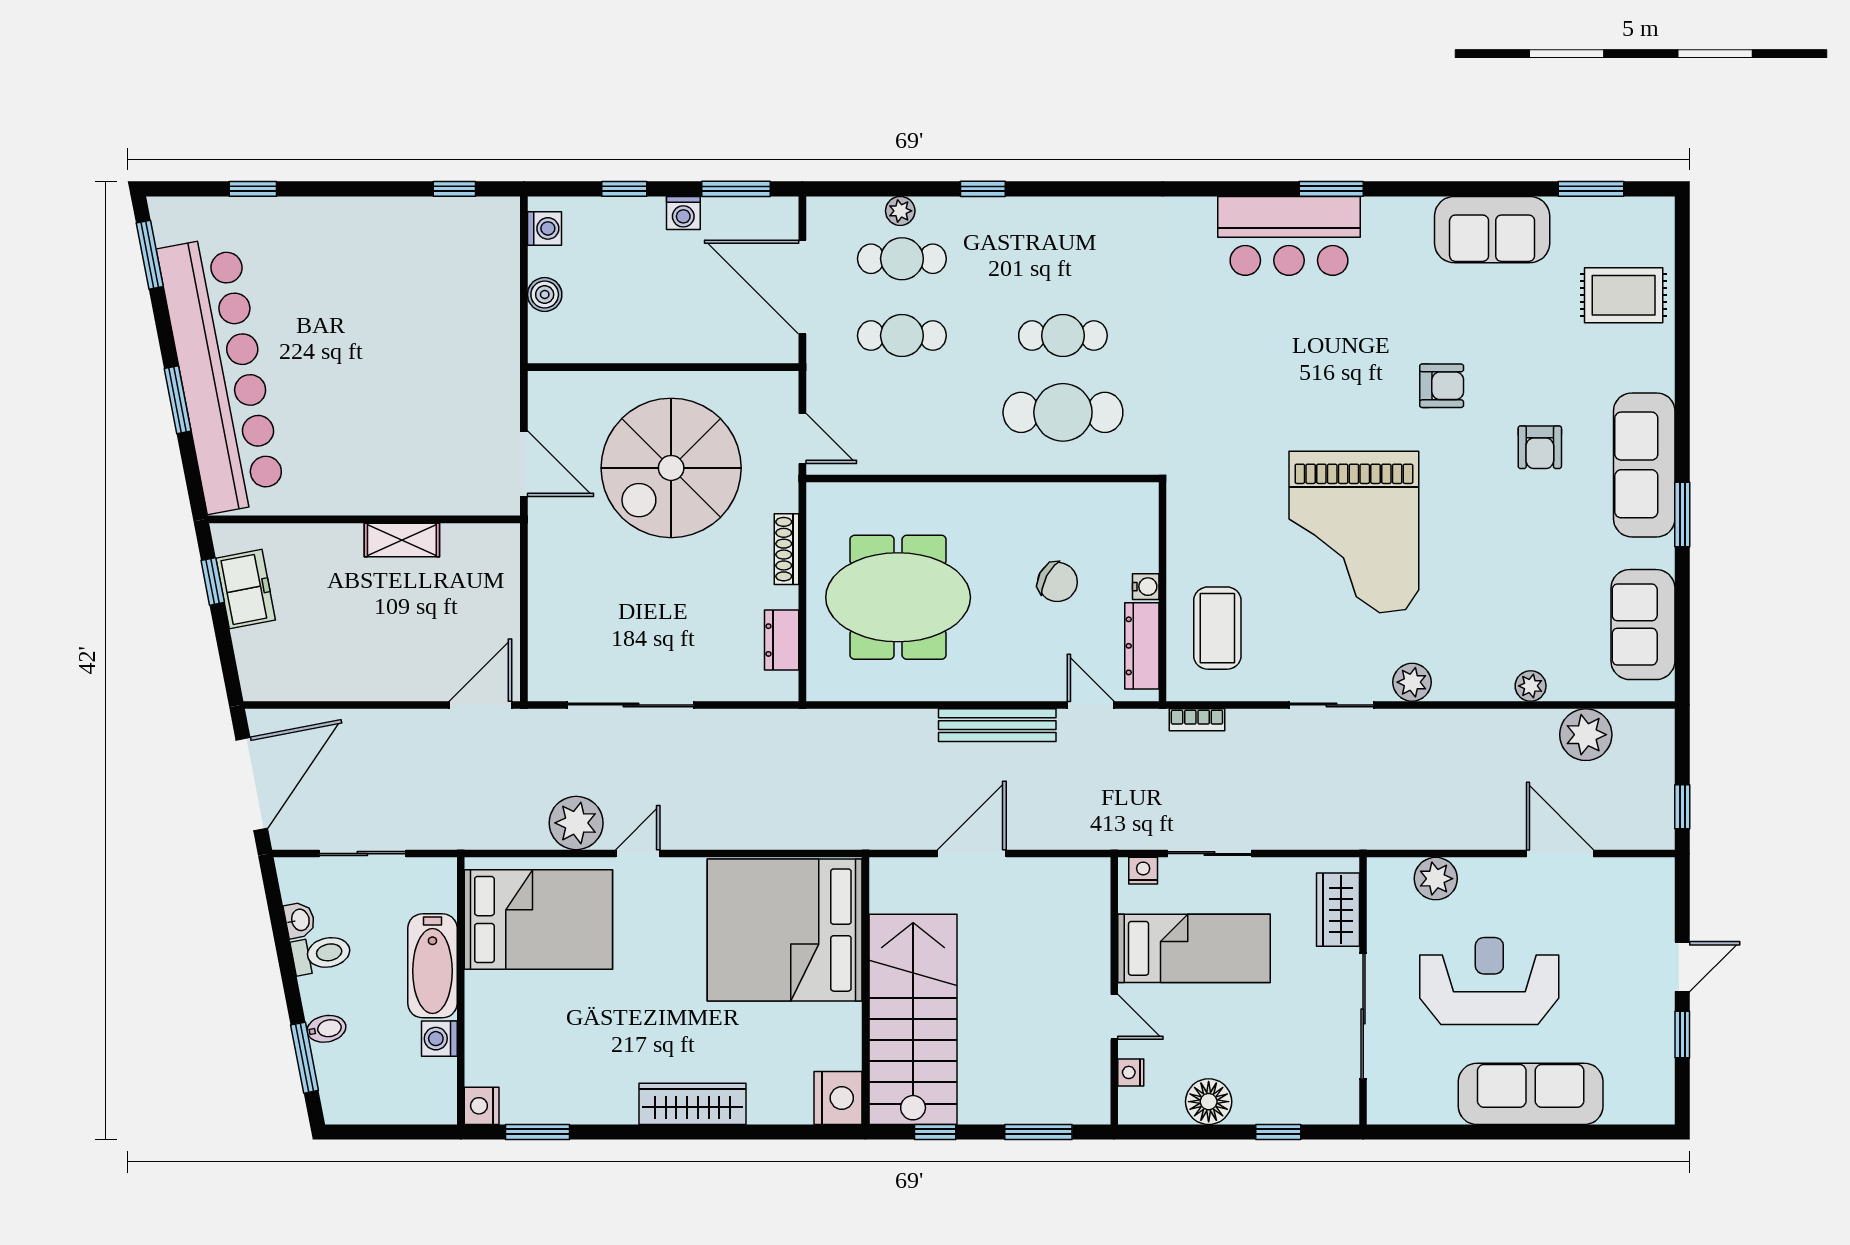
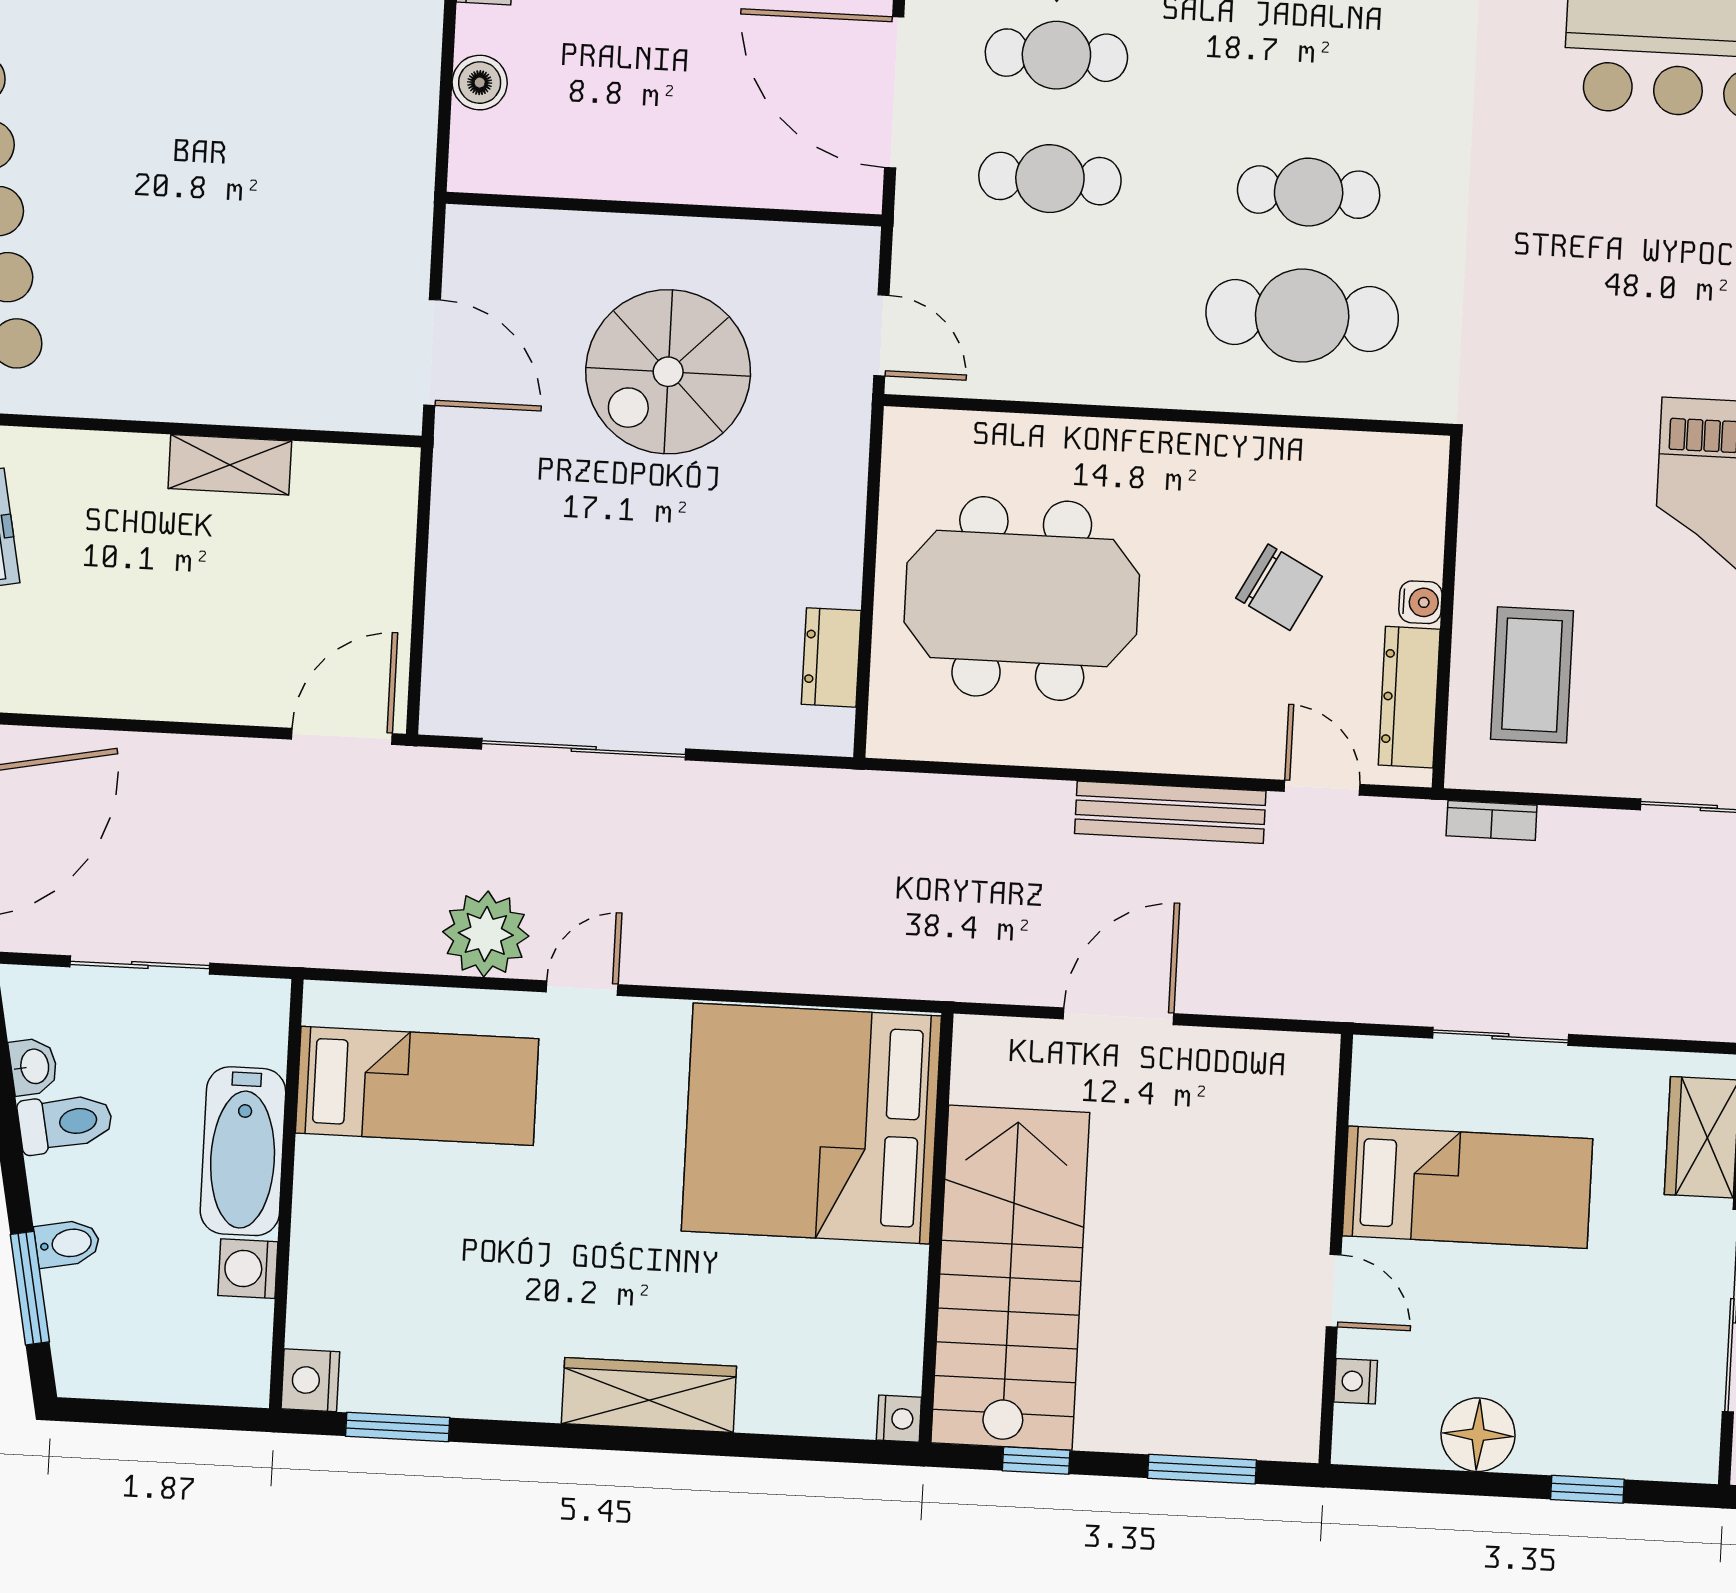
spiral stairs: (671, 468) -> (668, 372), width x0.73, depth x0.73
shoe rack: (787, 549) -> (847, 512), removed
nightstand: (1143, 871) -> (1392, 1058), removed
bed: (538, 920) -> (417, 1086), width x0.67
nightstand: (838, 1098) -> (899, 1419), width x0.53, depth x0.56

